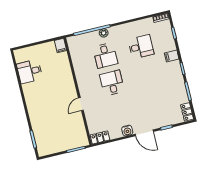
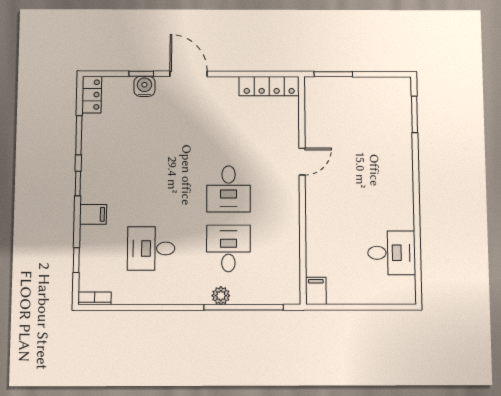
water cooler: (127, 131) -> (144, 86), moved
locker: (100, 137) -> (269, 86), width x1.53

